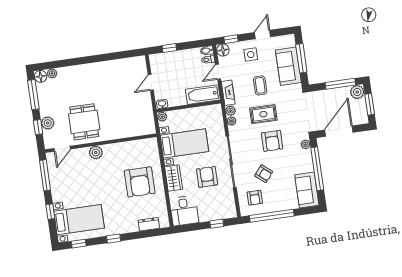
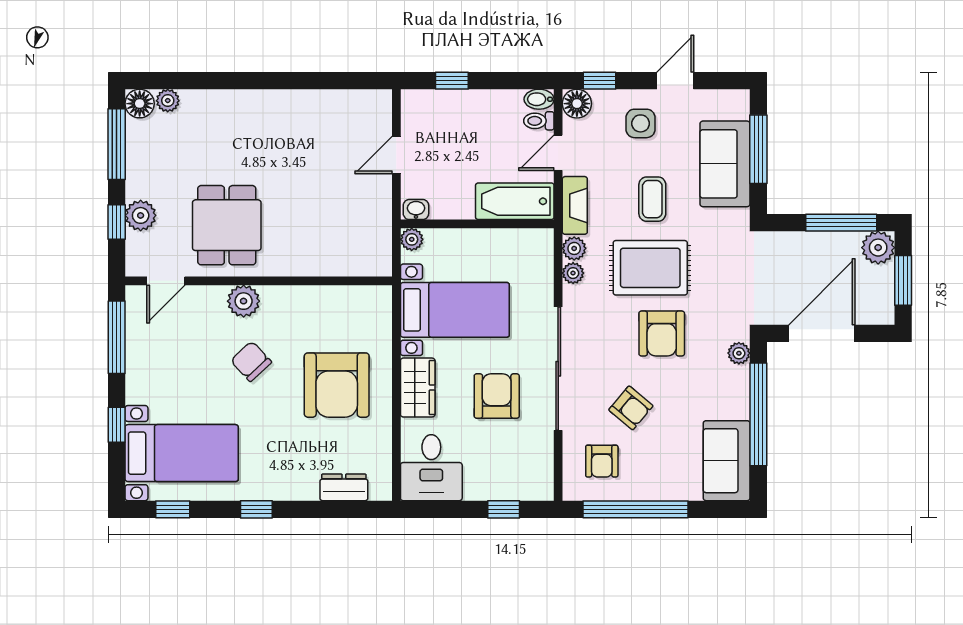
rug: (263, 114) -> (650, 268), width x1.36, depth x1.43
chair: (102, 177) -> (251, 361), added

